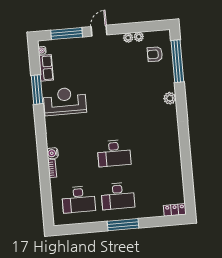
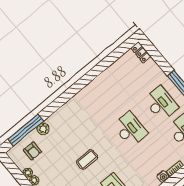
coffee table: (114, 97) -> (87, 160), added
plant: (170, 98) -> (43, 129), moved

